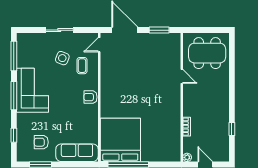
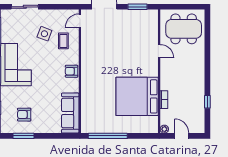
sliding door: (59, 30) -> (25, 7), moved
bed: (120, 140) -> (137, 96), moved, turned -90
sofa: (77, 153) -> (70, 113), moved, turned -90

